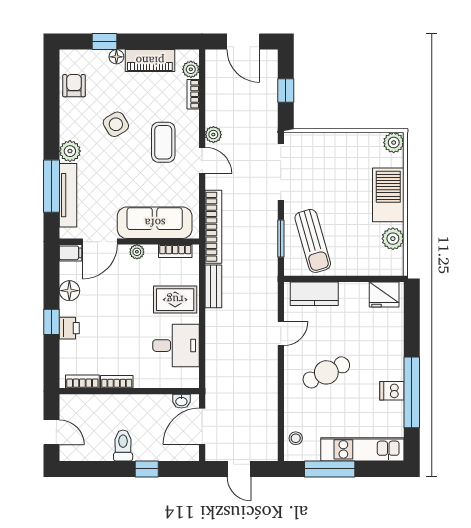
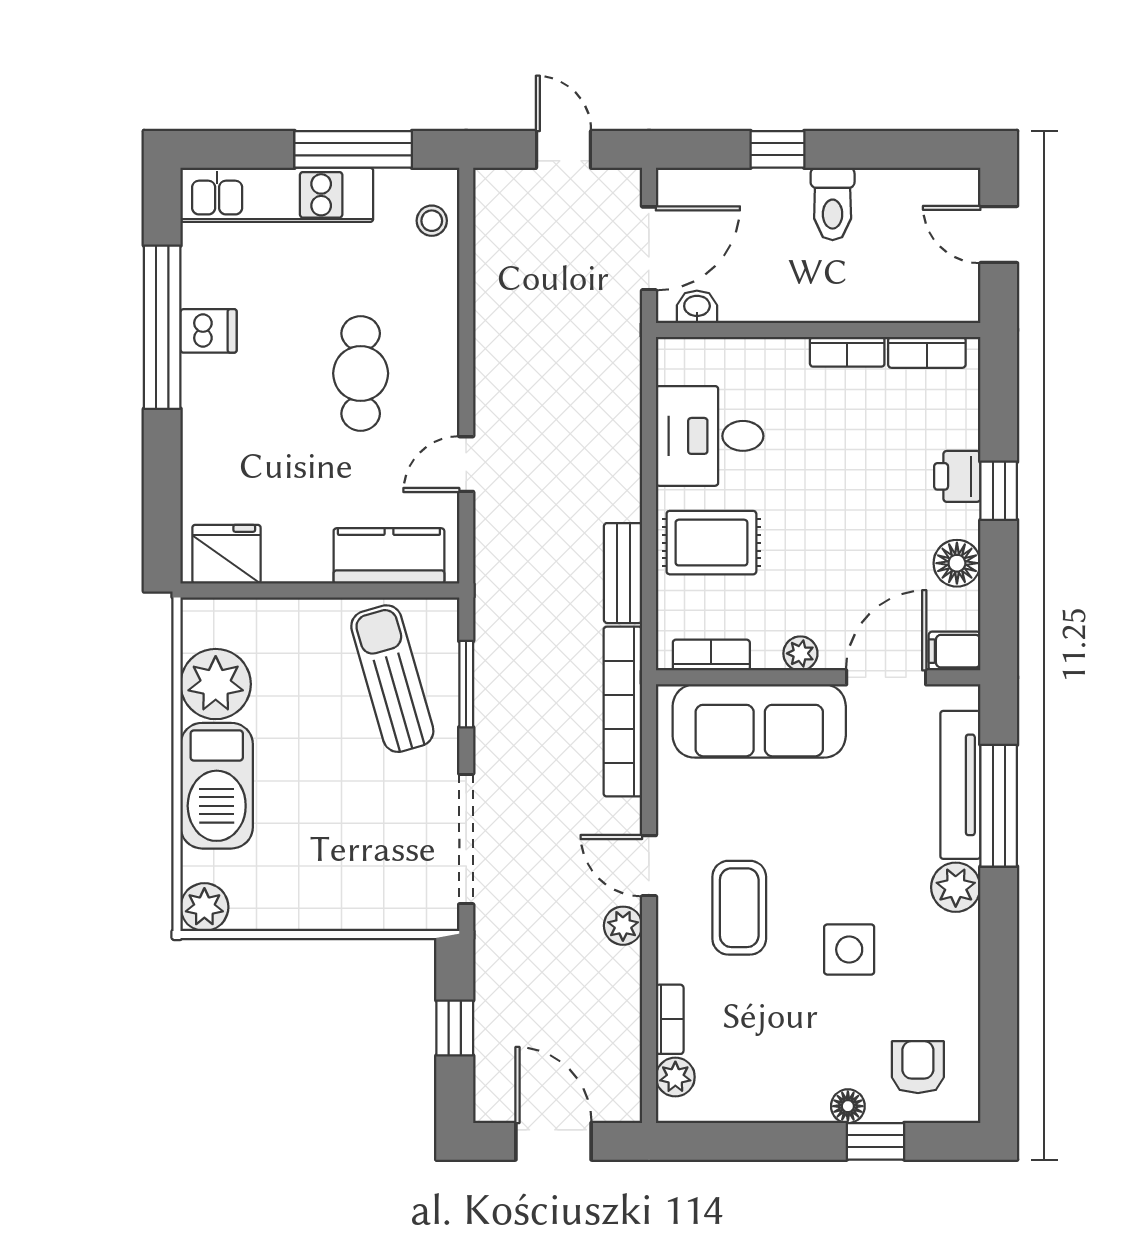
piano: (150, 61) -> (770, 1097), removed
armchair: (74, 86) -> (918, 1067), moved, turned 180
side table: (116, 124) -> (849, 949), turned 31
plant: (393, 239) -> (216, 684), width x1.36, depth x1.36
cafe table: (326, 372) -> (361, 373), turned -64

